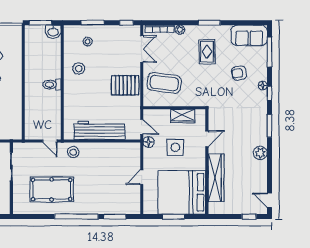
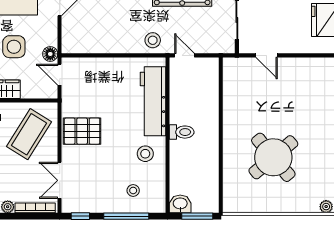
window: (93, 23) -> (126, 216), width x1.44
coffee table: (164, 83) -> (29, 134), turned -66
workbench: (99, 130) -> (153, 101), moved, turned 90

